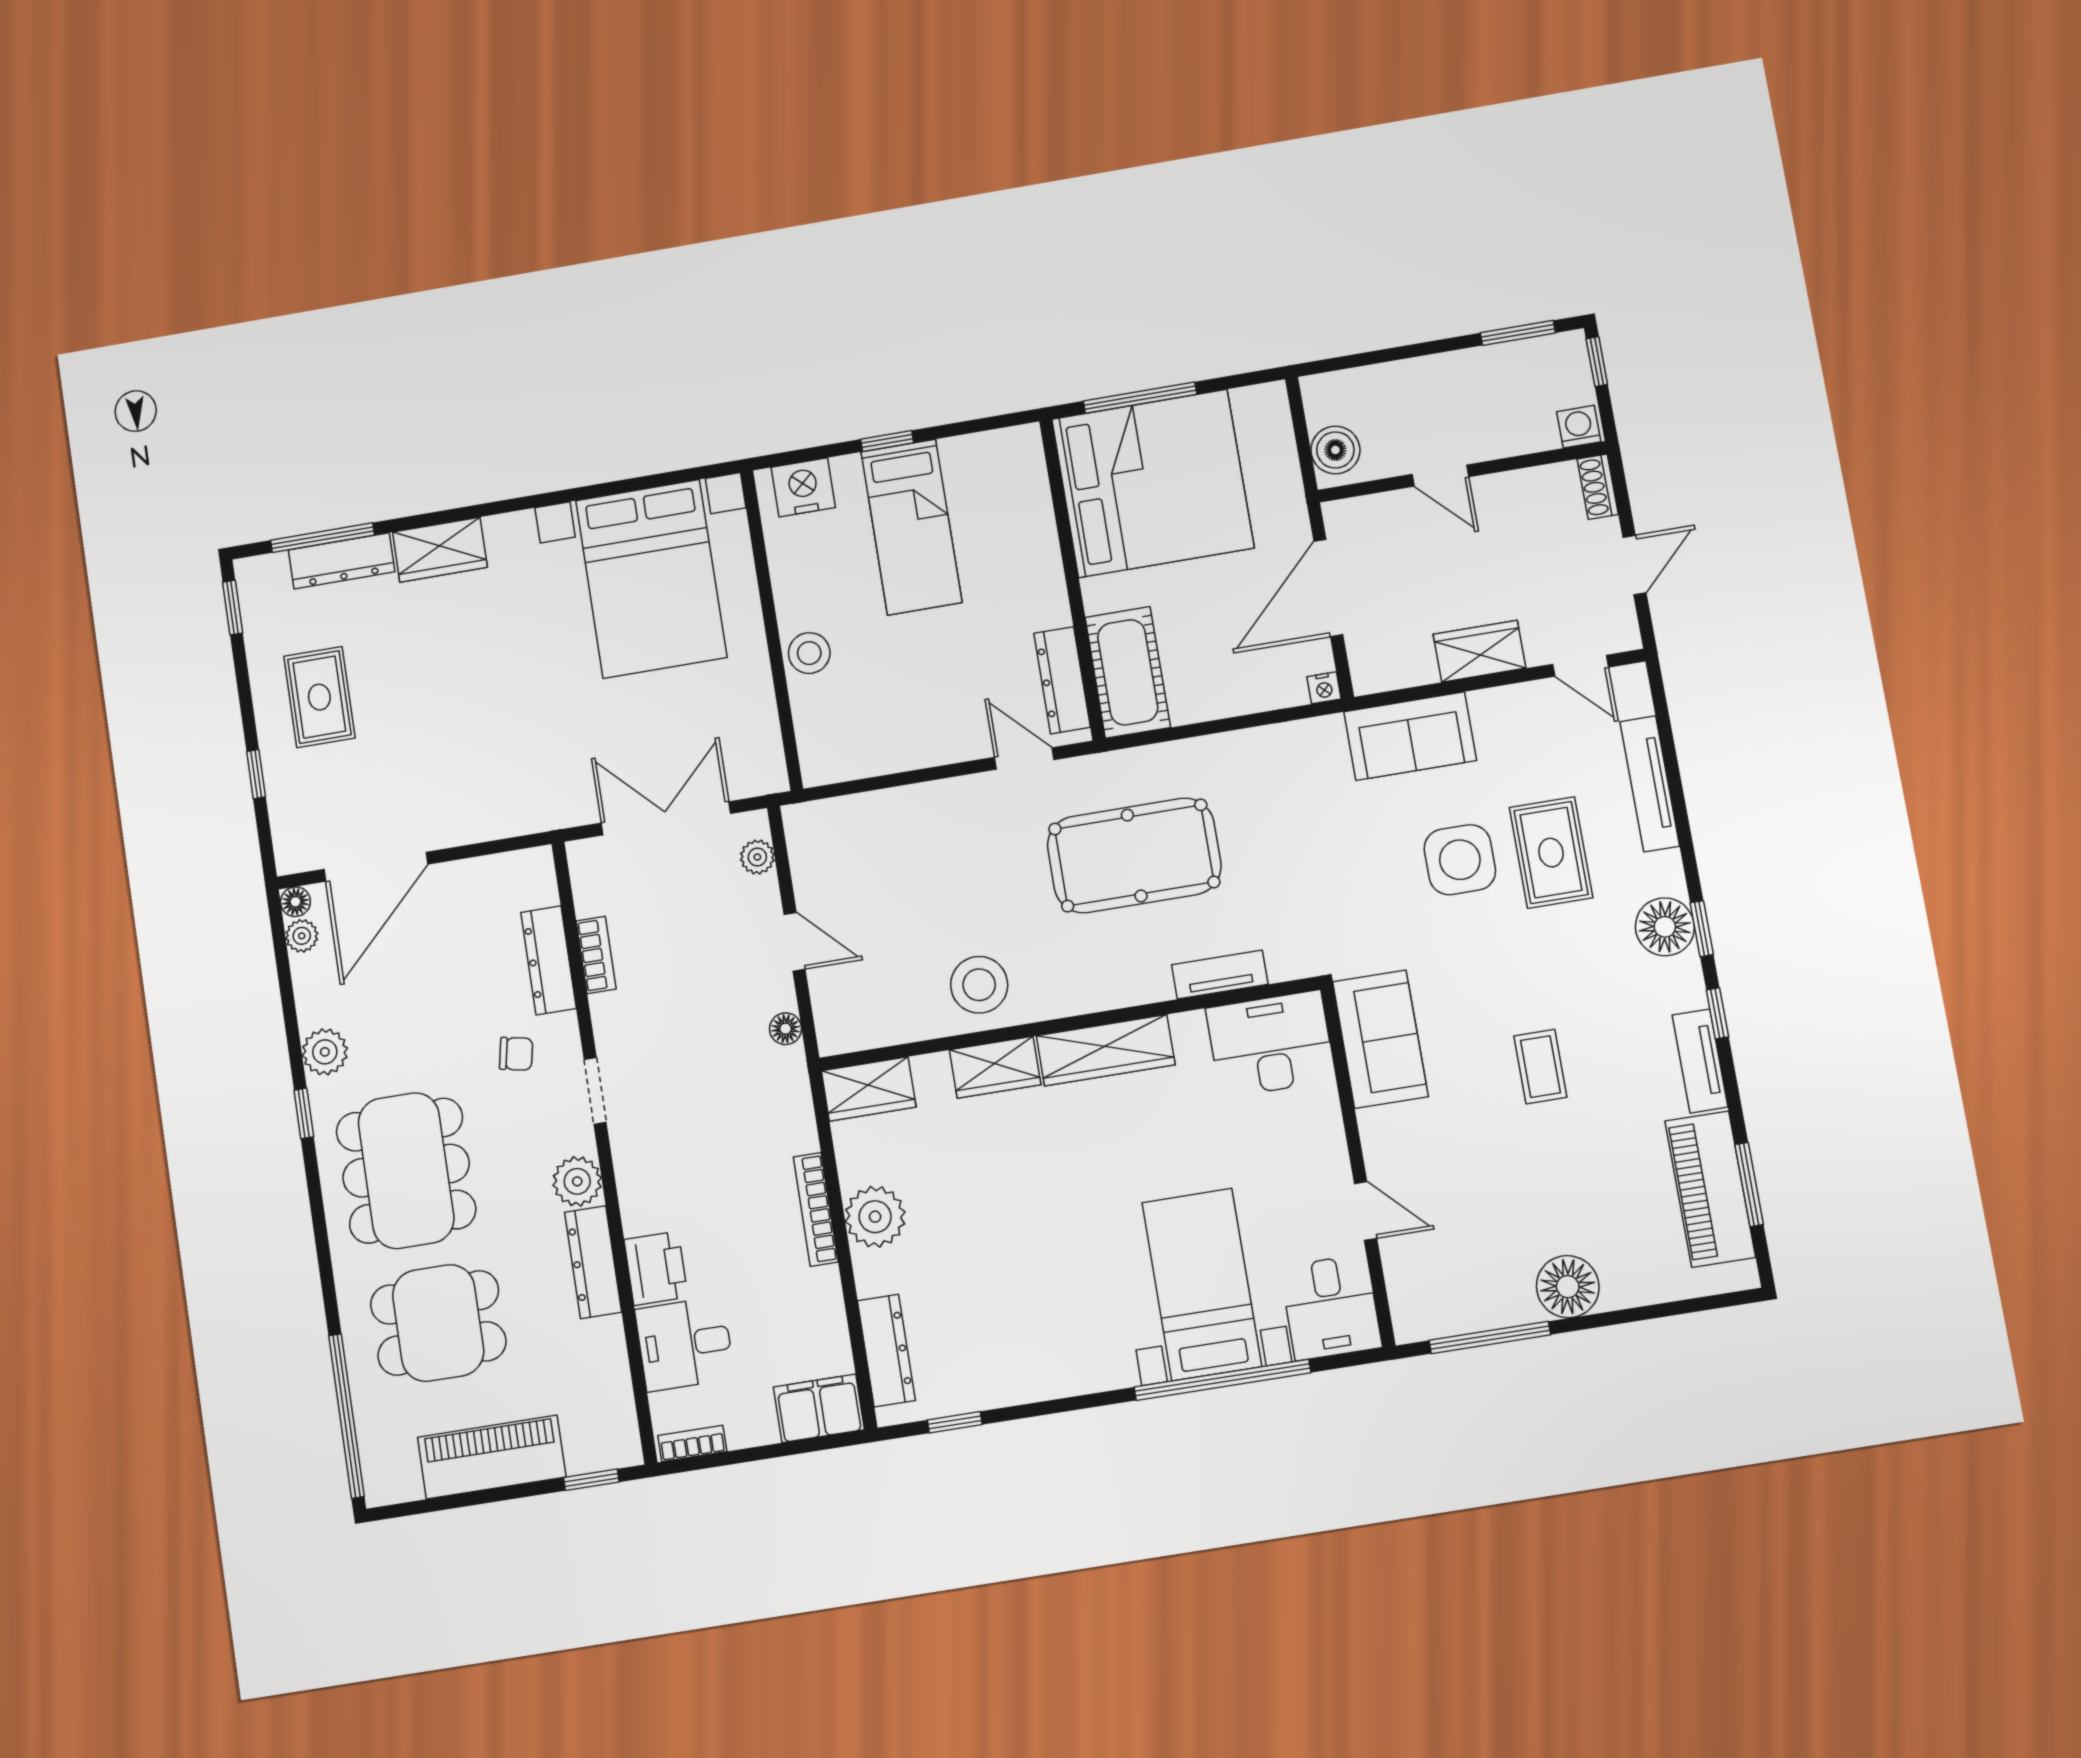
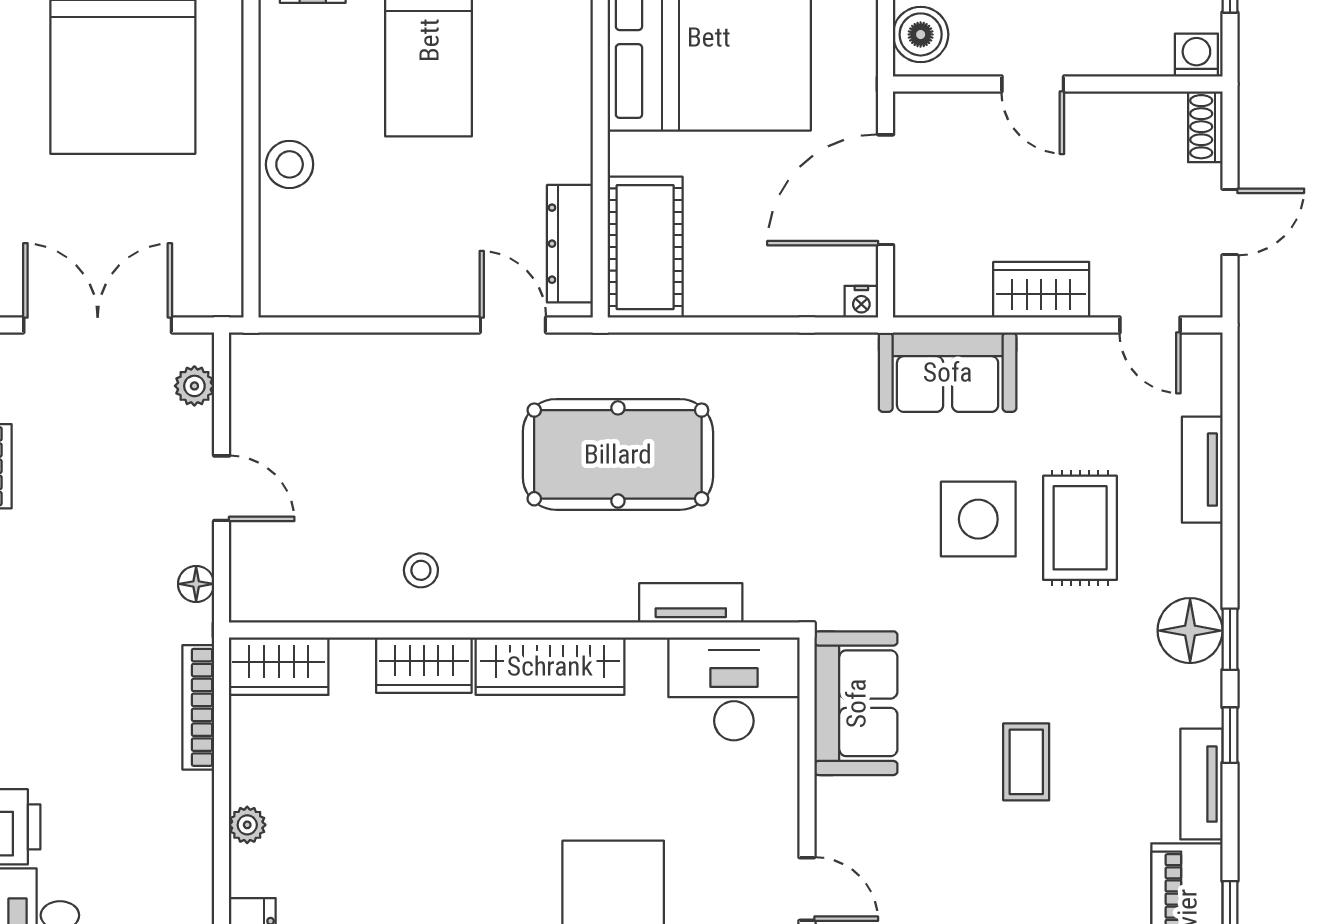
tv unit: (1650, 784) -> (1202, 470), width x0.71
stool: (979, 985) -> (421, 570), width x0.53, depth x0.53
bookcase: (816, 1209) -> (198, 707), moved
plant: (875, 1217) -> (247, 825), width x0.53, depth x0.53

